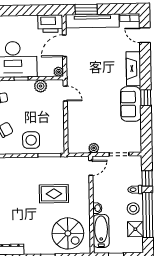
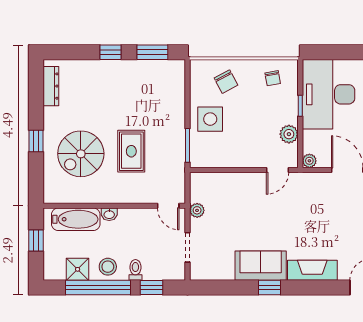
spiral stairs: (68, 233) -> (81, 154), moved

